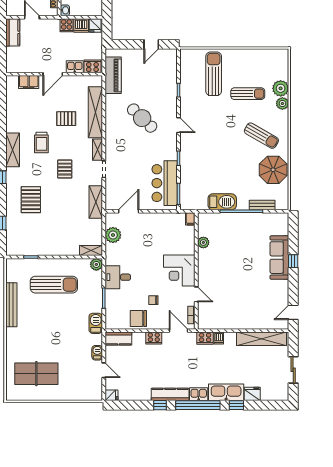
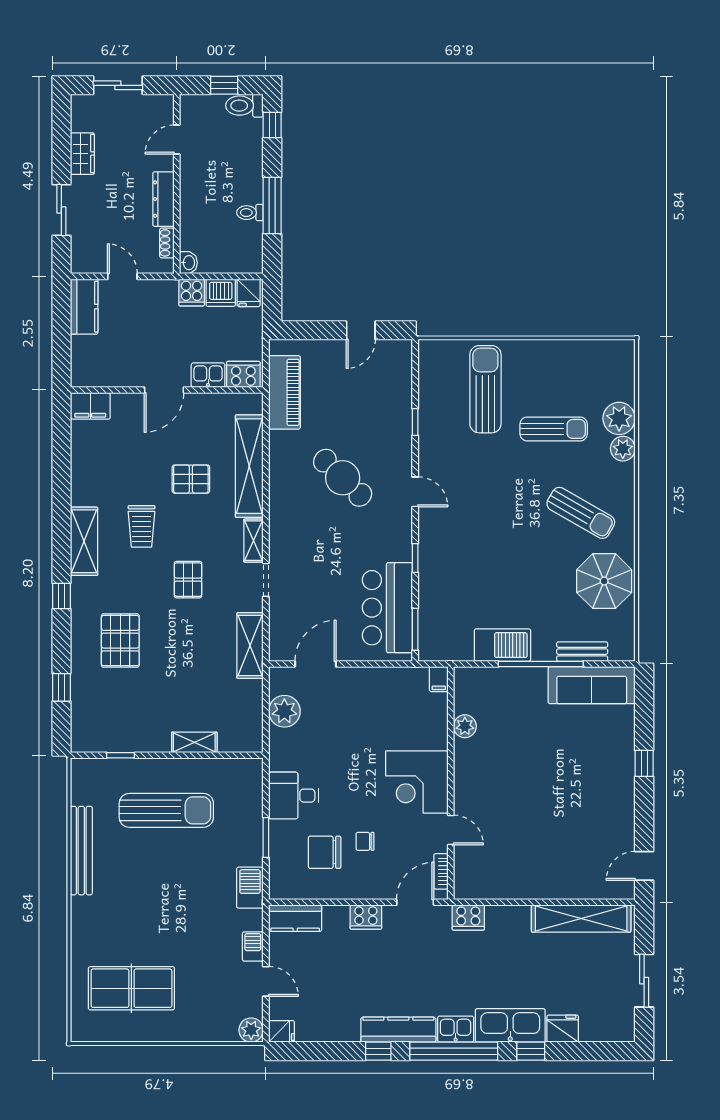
filing cabinet: (29, 82) -> (90, 406), moved
shelving: (91, 251) -> (194, 742), moved
sofa: (279, 258) -> (592, 685), moved, turned -90
plant: (96, 264) -> (251, 1030), moved
chair: (138, 319) -> (325, 852), moved
door: (178, 331) -> (415, 902), hinge flipped
dishwasher: (219, 338) -> (496, 917), removed

